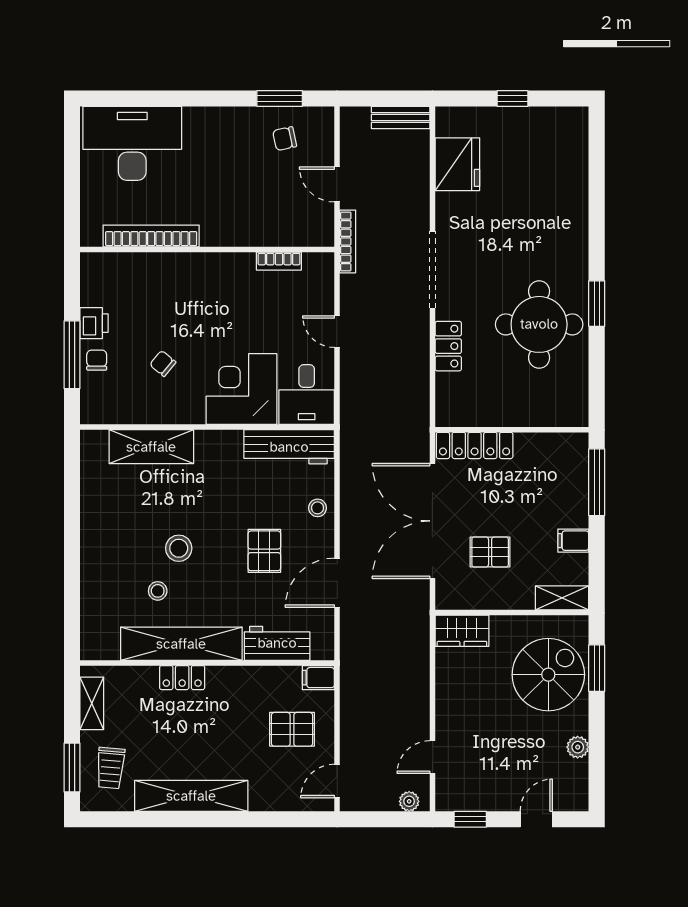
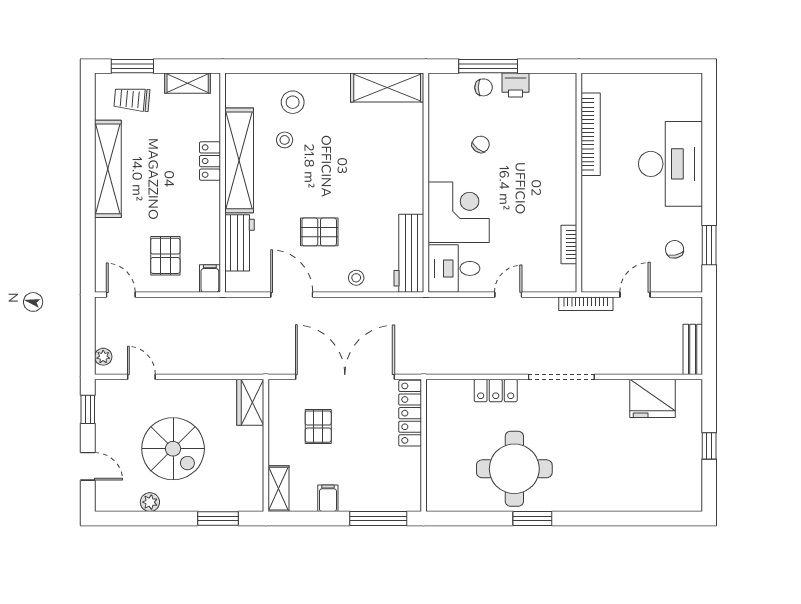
desk: (132, 143) -> (670, 164), moved
shelving: (151, 447) -> (387, 88), moved, turned 90
stool: (179, 548) -> (293, 102), moved
spiral stairs: (548, 675) -> (173, 449), moved

